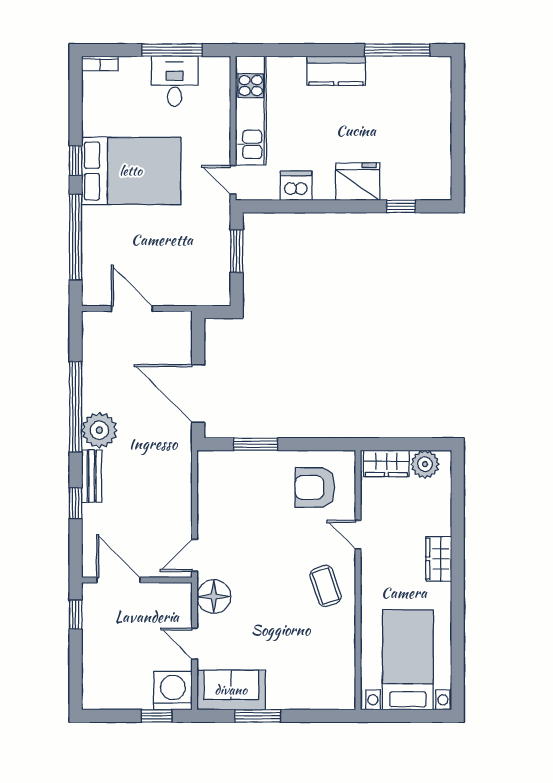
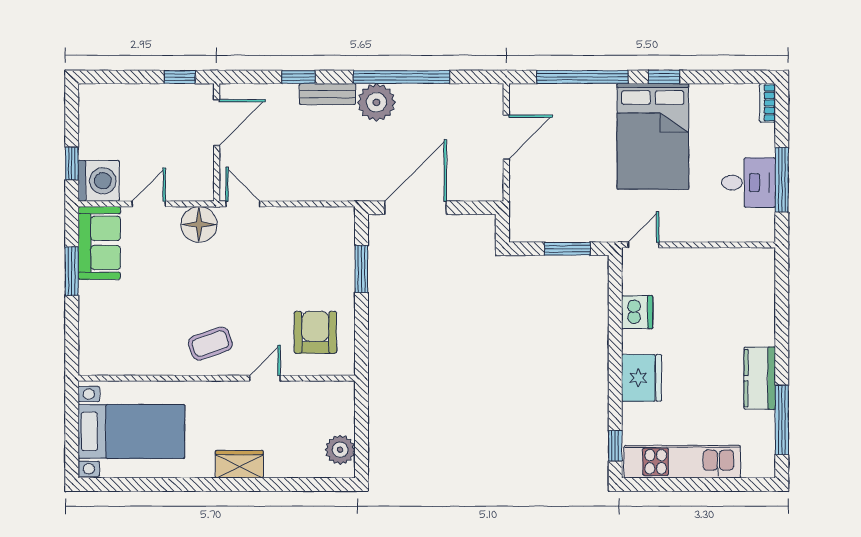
kitchen counter: (336, 71) -> (760, 378), moved
kitchen unit: (251, 111) -> (682, 462), moved, turned 180
window: (401, 206) -> (615, 446), moved
wardrobe: (386, 463) -> (341, 408), removed

